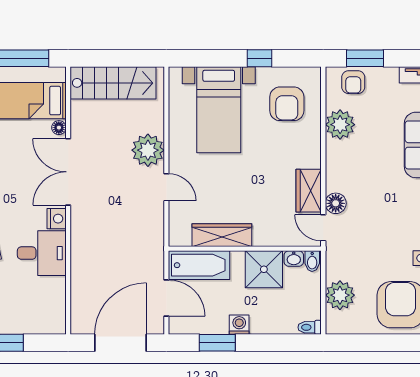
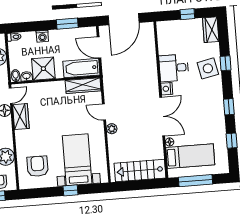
window: (260, 58) -> (71, 190), moved
plant: (148, 150) -> (112, 129), width x0.53, depth x0.53
door: (323, 228) -> (11, 96), hinge flipped
wardrobe: (222, 235) -> (83, 86), moved
washing machine: (239, 325) -> (42, 36), moved

